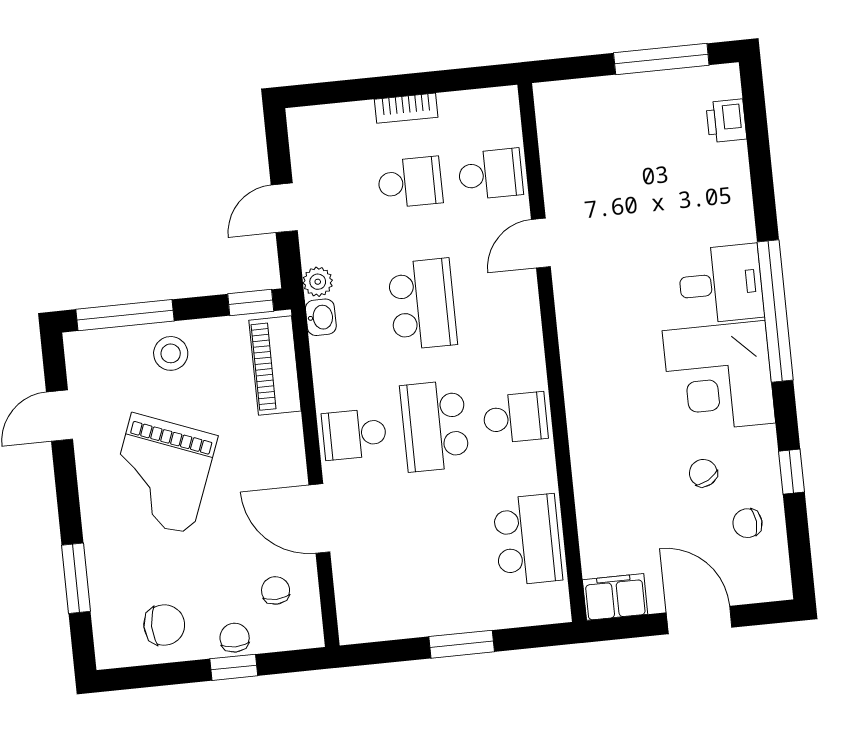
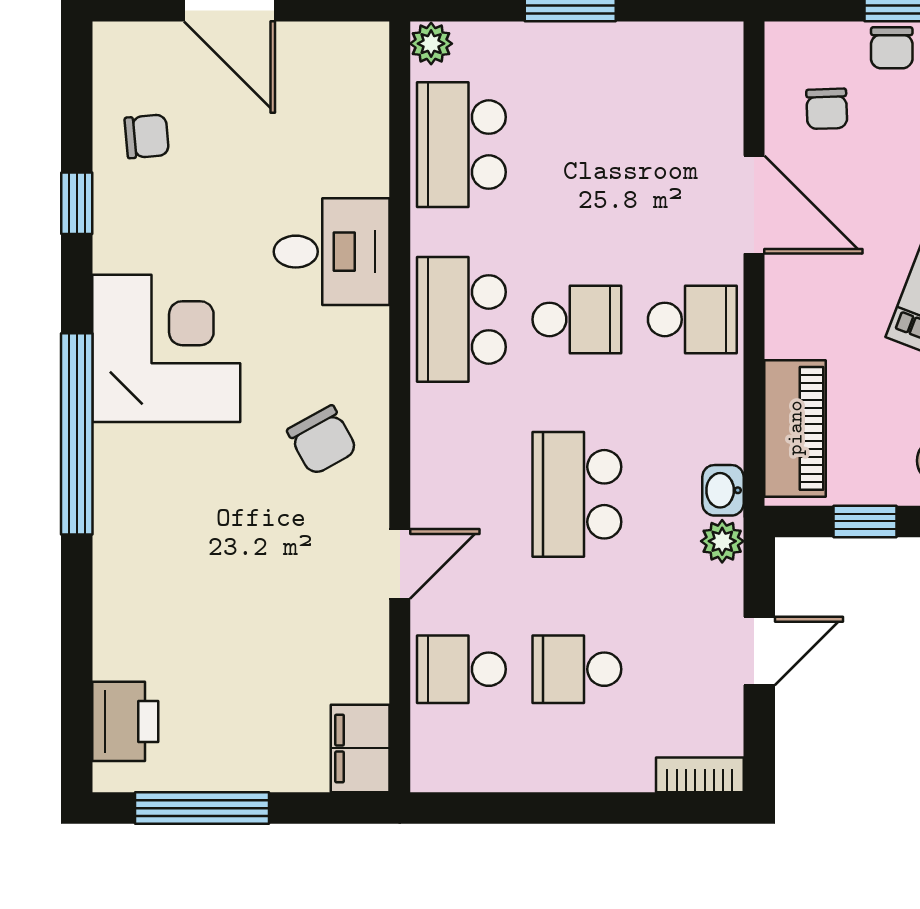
bookcase: (406, 108) -> (700, 775), moved
printer: (726, 121) -> (125, 721), width x1.36, depth x1.24
desk: (721, 284) -> (332, 252), moved, turned 180
window: (251, 302) -> (865, 521), moved
school desk: (515, 418) -> (461, 319), width x1.85
school desk: (435, 426) -> (577, 319), width x0.54
chair: (703, 473) -> (322, 440), moved, width x1.37, depth x1.37
filing cabinet: (615, 597) -> (360, 748), moved, turned 90
plant: (556, 608) -> (431, 44), added

